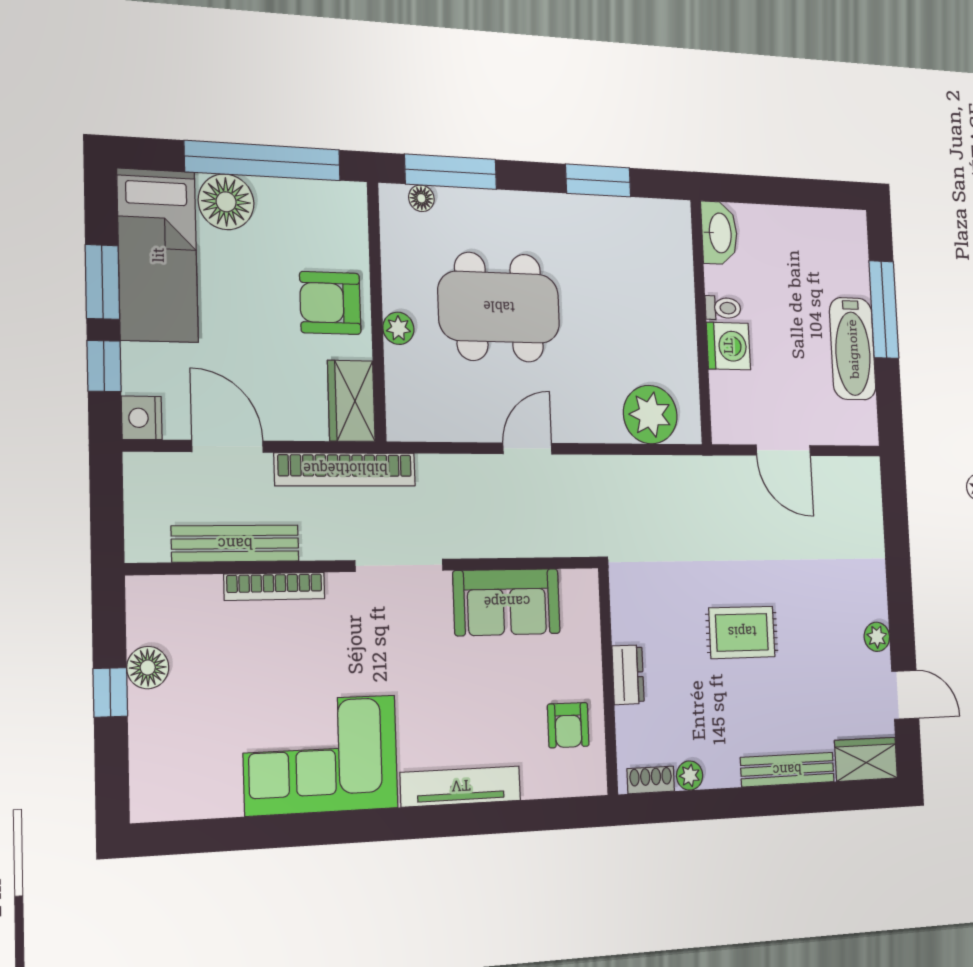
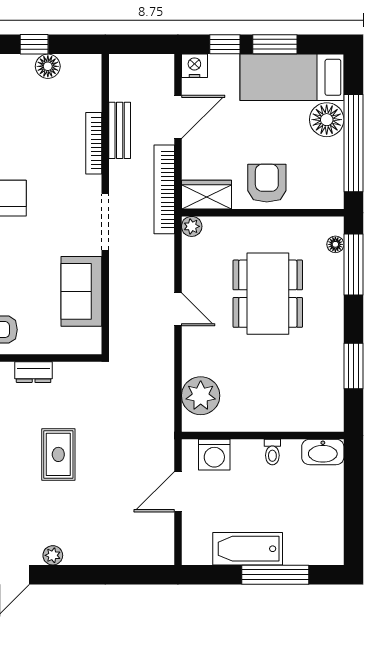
plant: (398, 328) -> (192, 226), moved
washing machine: (728, 346) -> (214, 455), moved
bench: (235, 544) -> (120, 130), width x0.73

